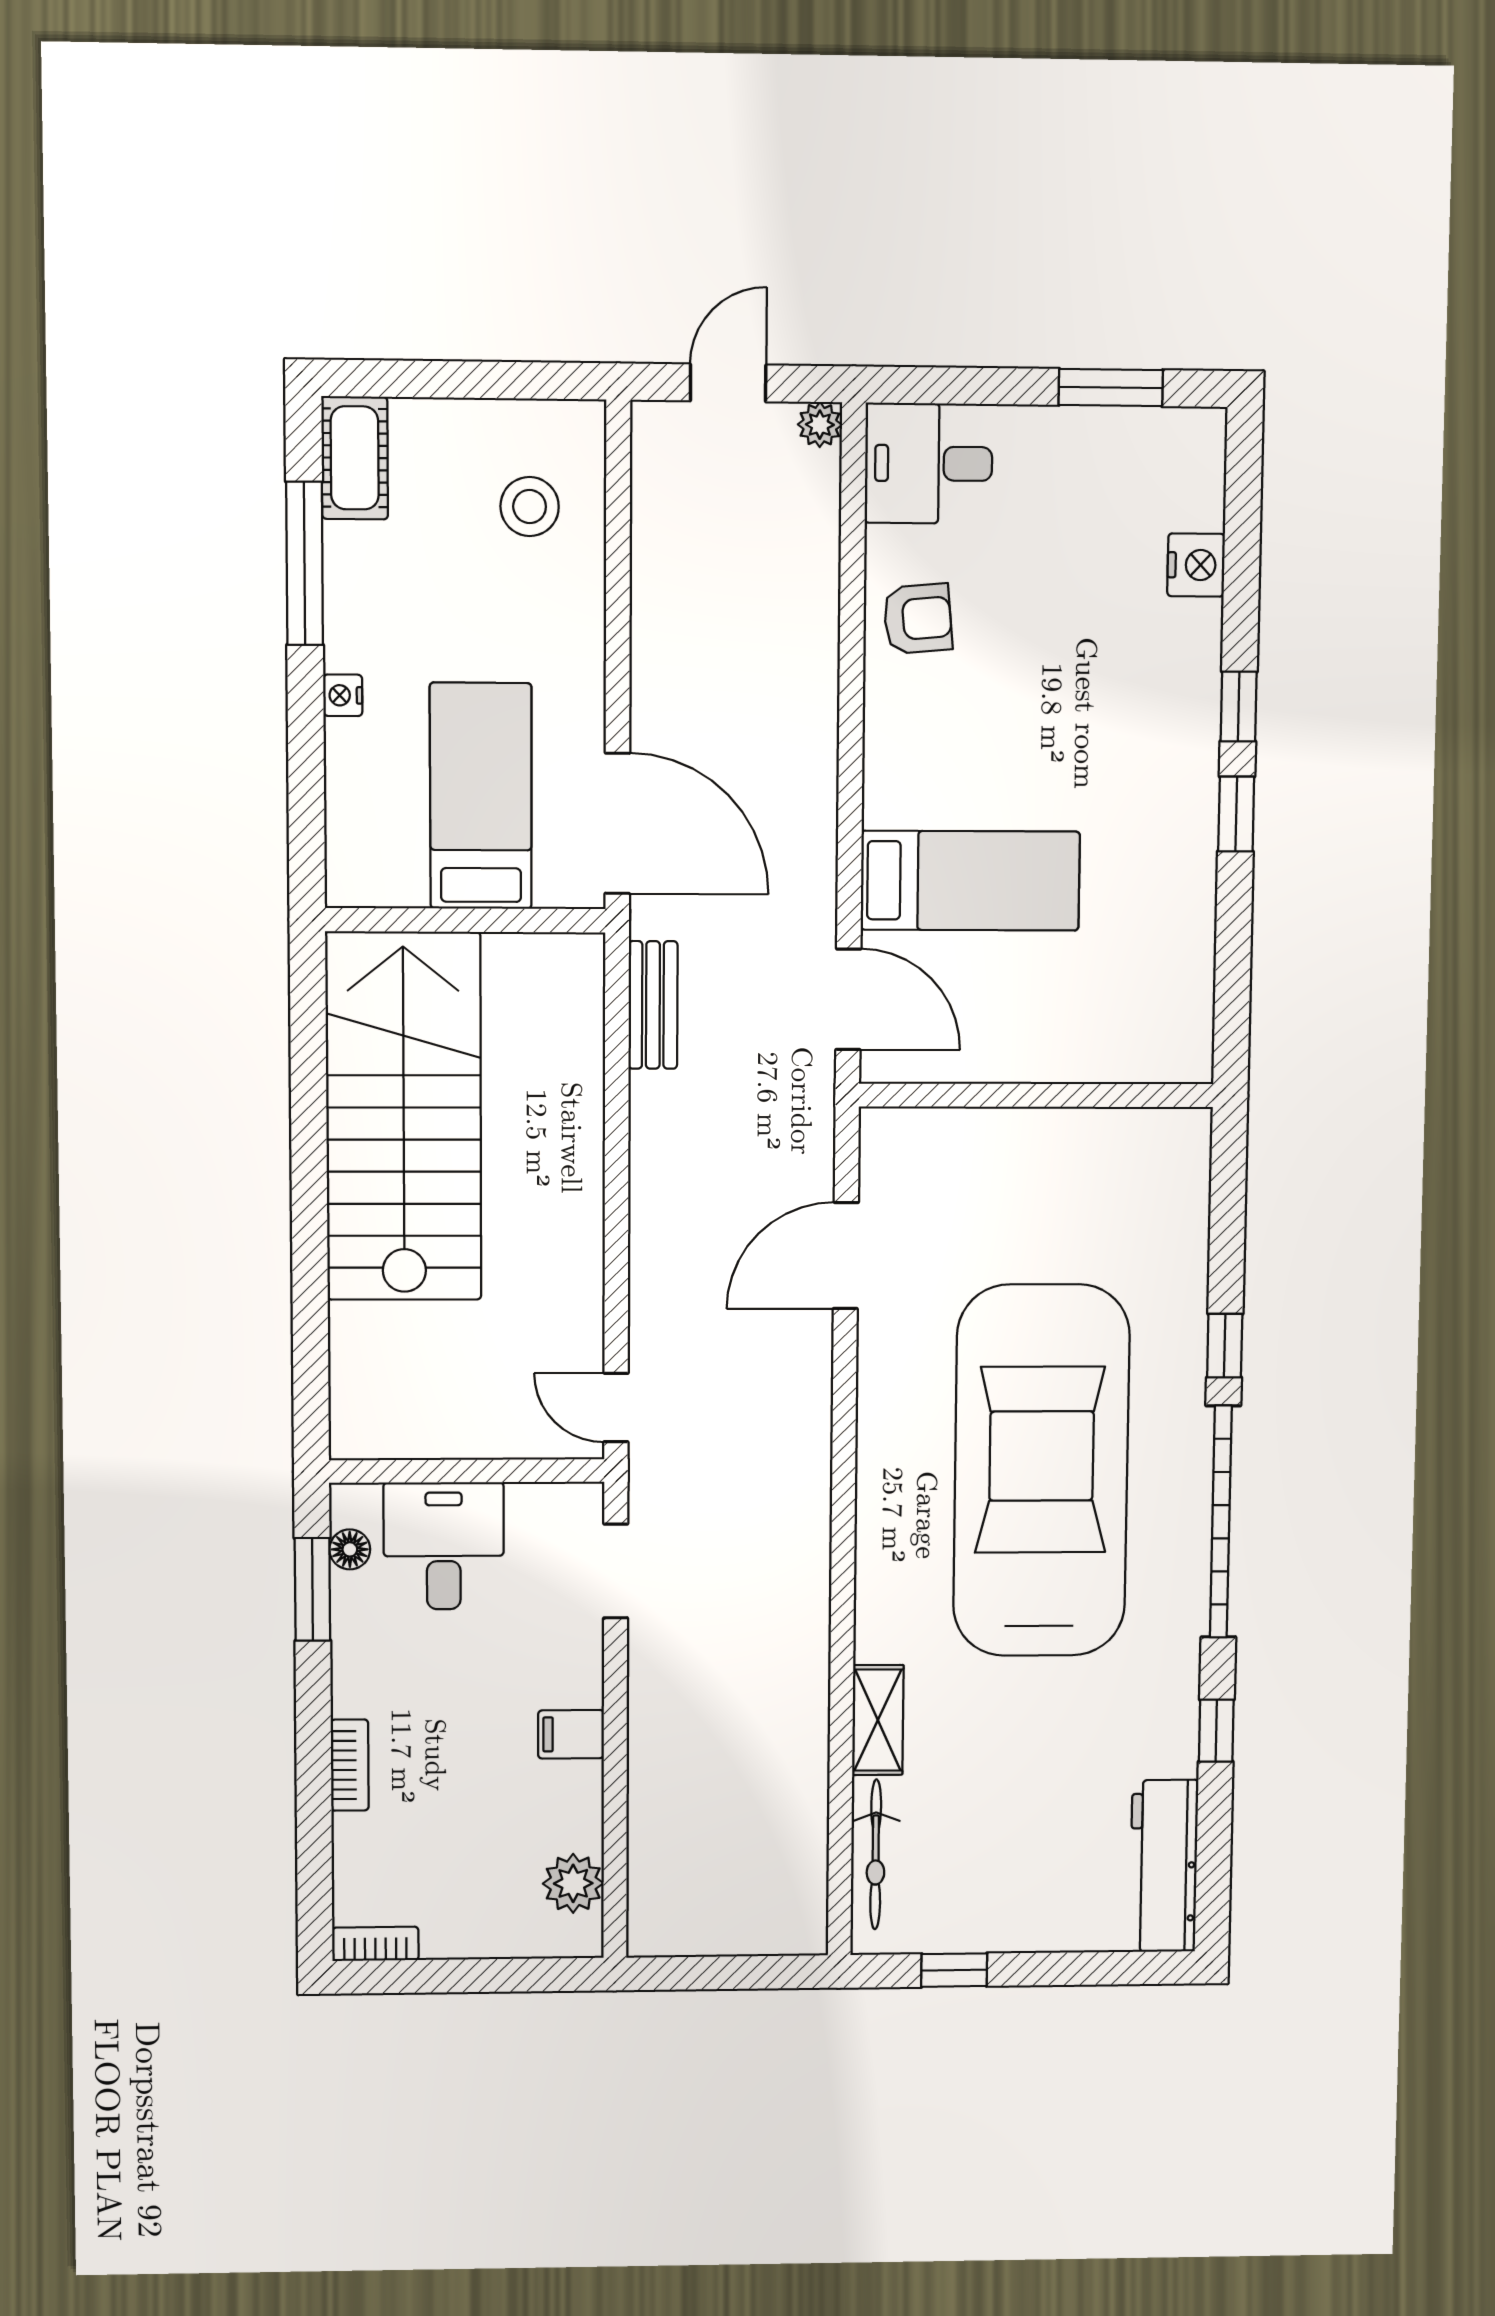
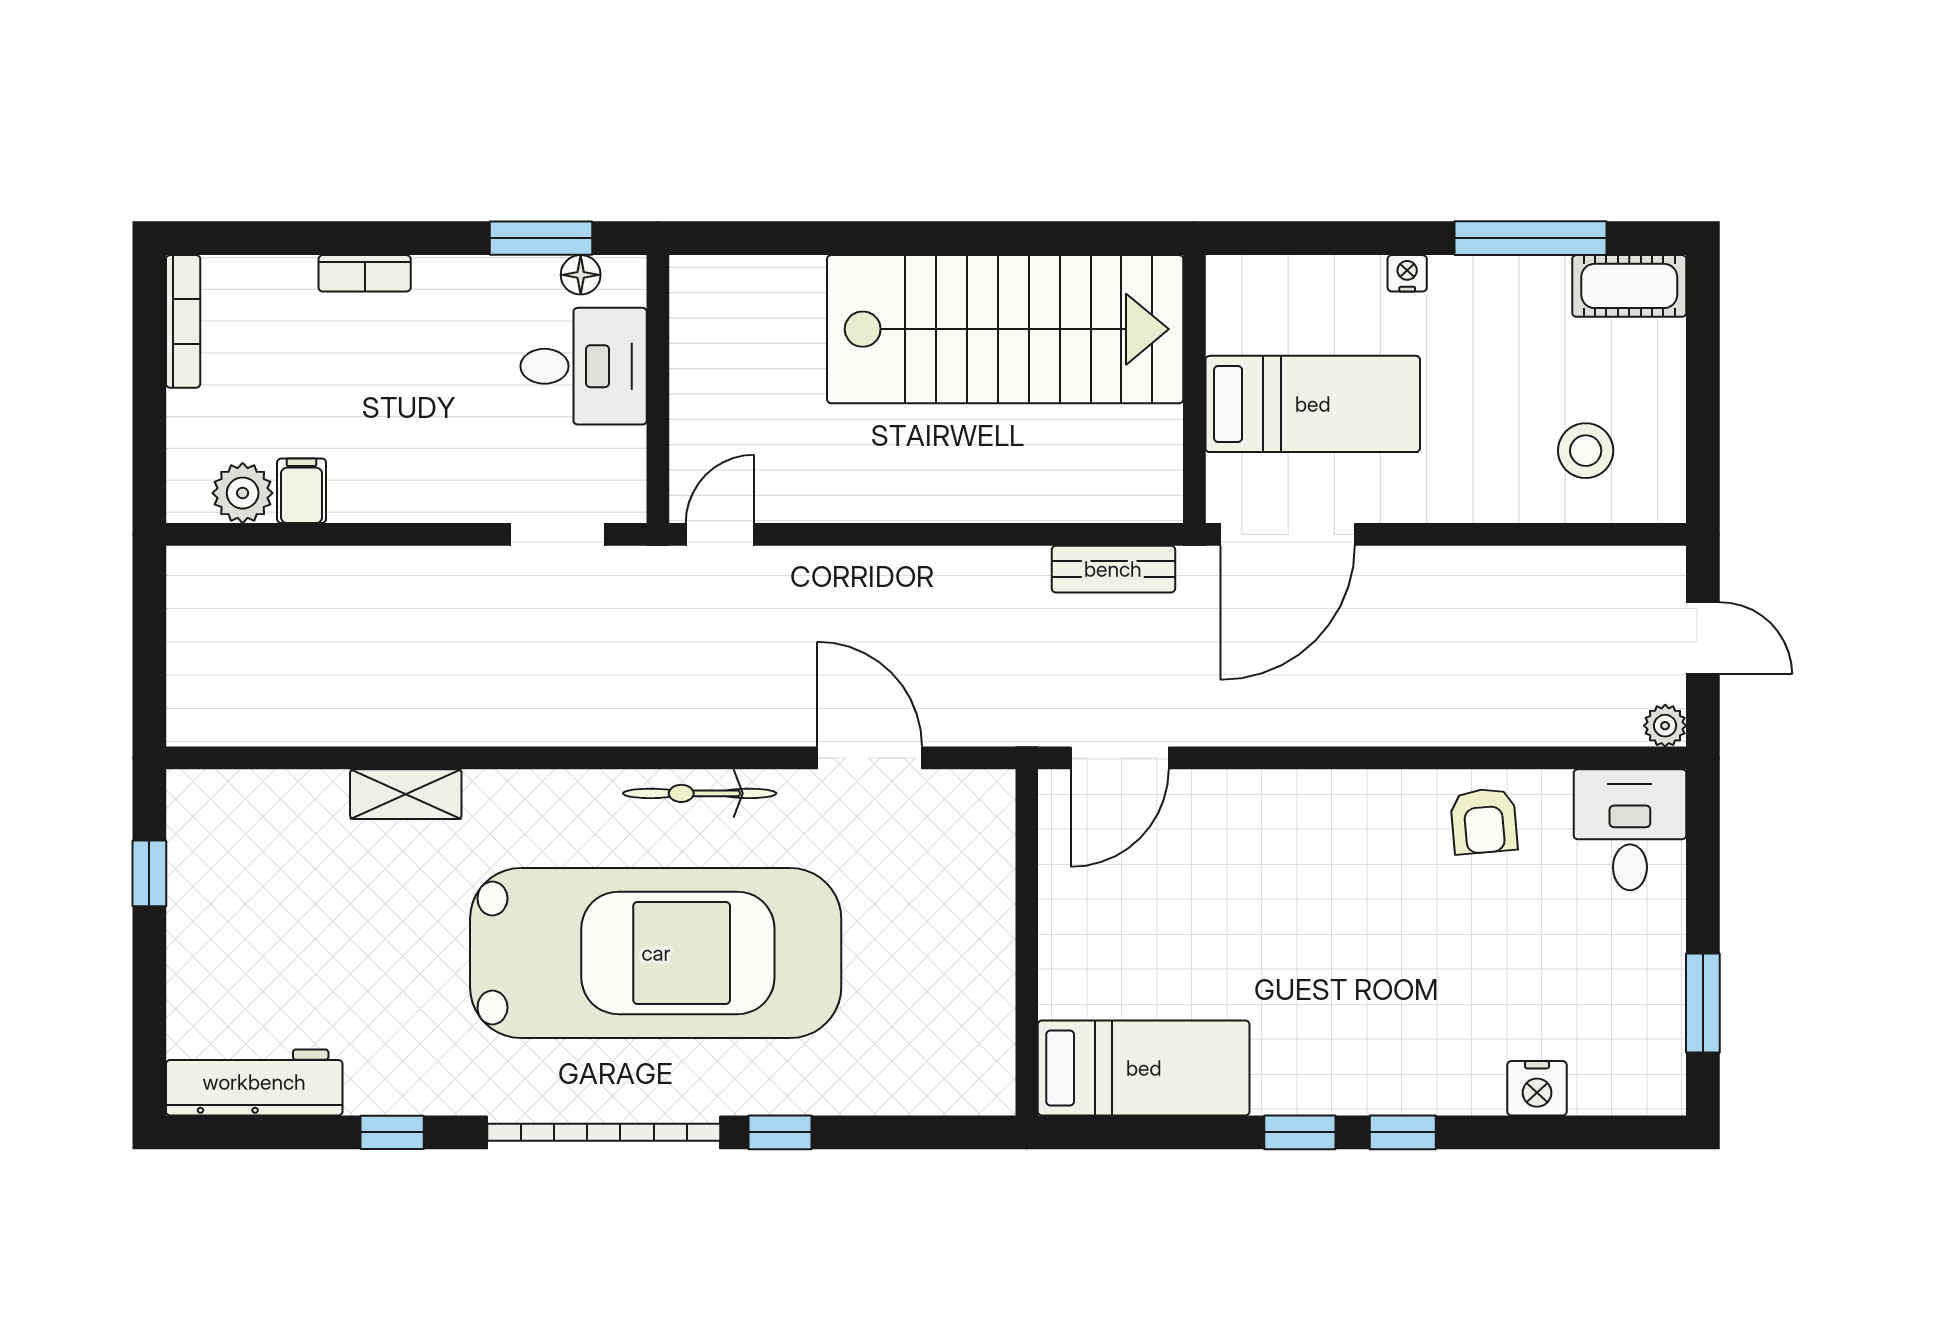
bed: (970, 881) -> (1144, 1068), moved, turned -90
filing cabinet: (571, 1734) -> (302, 491), moved
bicycle: (876, 1854) -> (700, 793), moved
bookcase: (375, 1944) -> (183, 321), width x1.56

